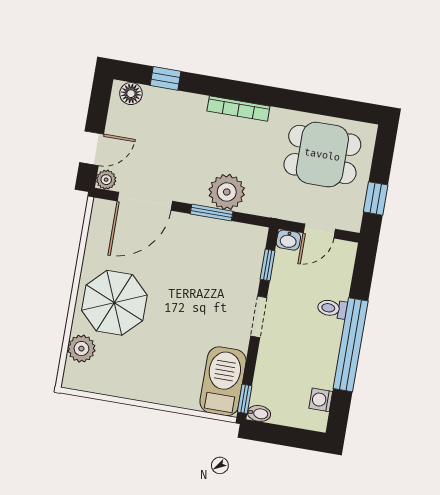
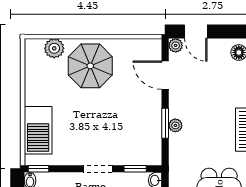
plant: (227, 192) -> (175, 125), width x0.53, depth x0.53
door: (145, 201) -> (165, 75), width x0.73
barbecue: (223, 381) -> (38, 130), moved, turned 90

